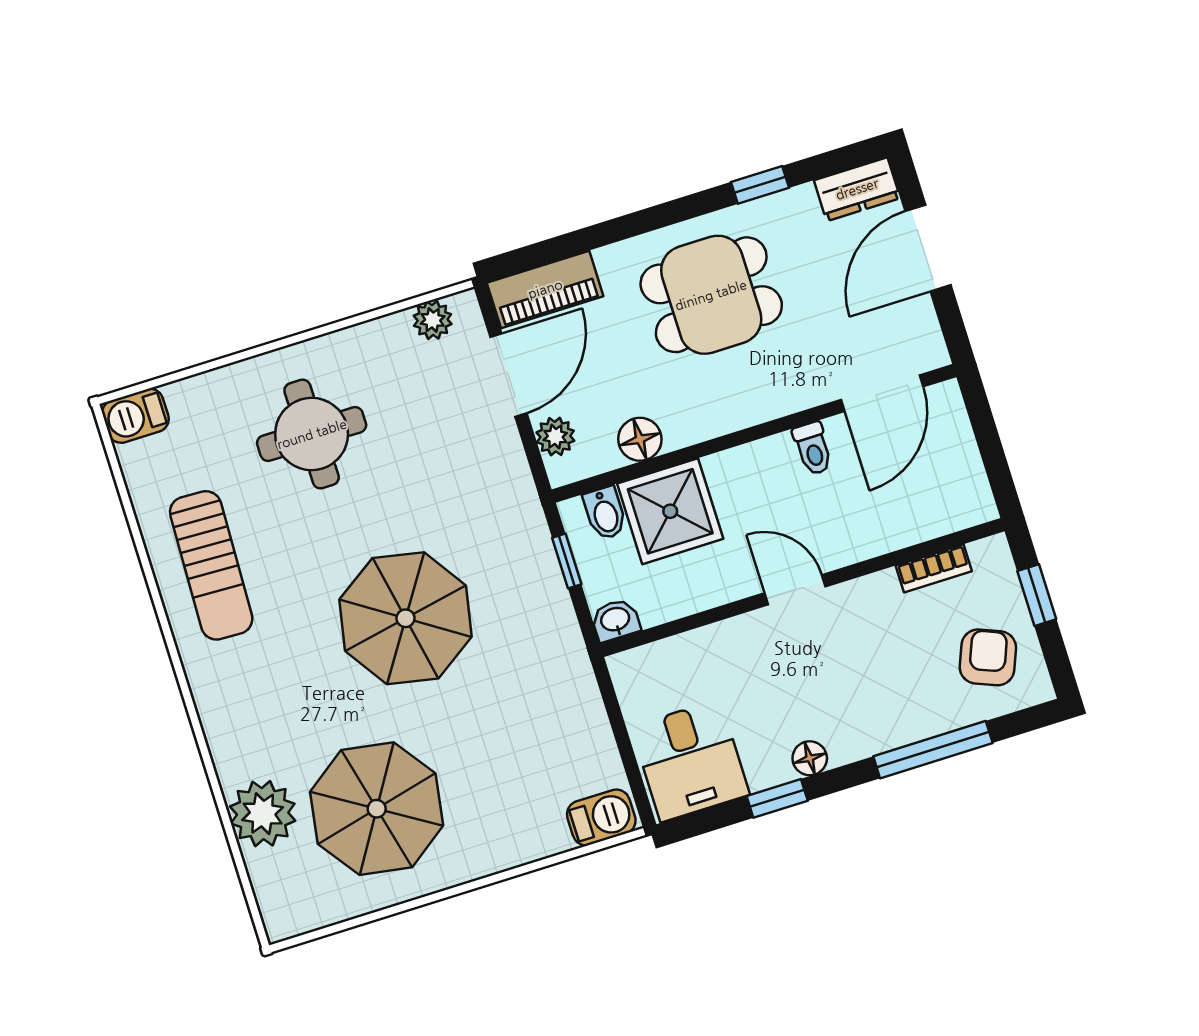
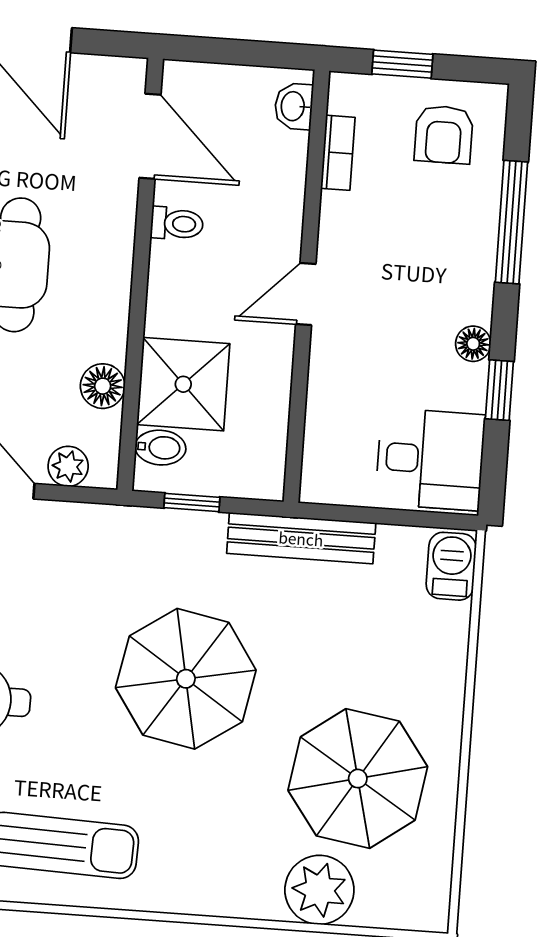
washbasin: (615, 620) -> (294, 106), moved
armchair: (988, 657) -> (444, 134), turned -112
bench: (573, 672) -> (301, 538), added

